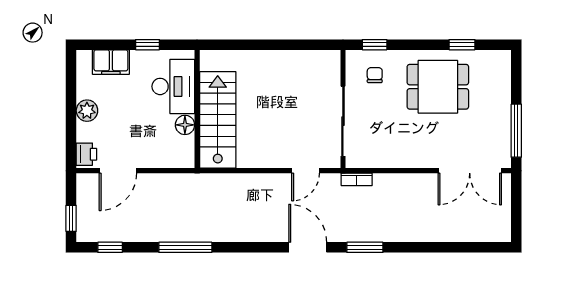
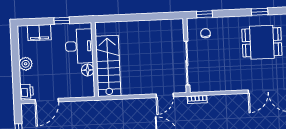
dining table: (438, 87) -> (262, 42), moved

